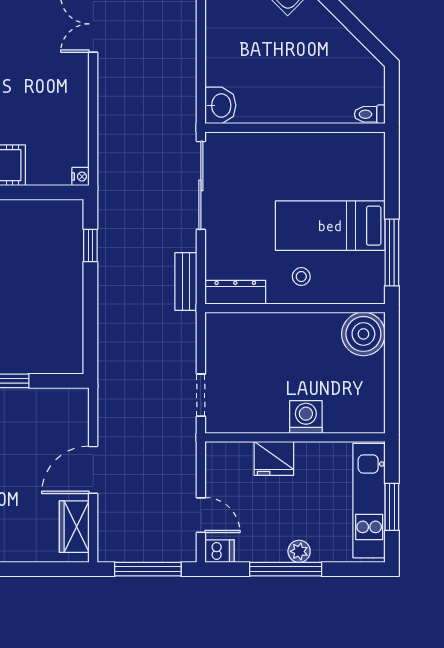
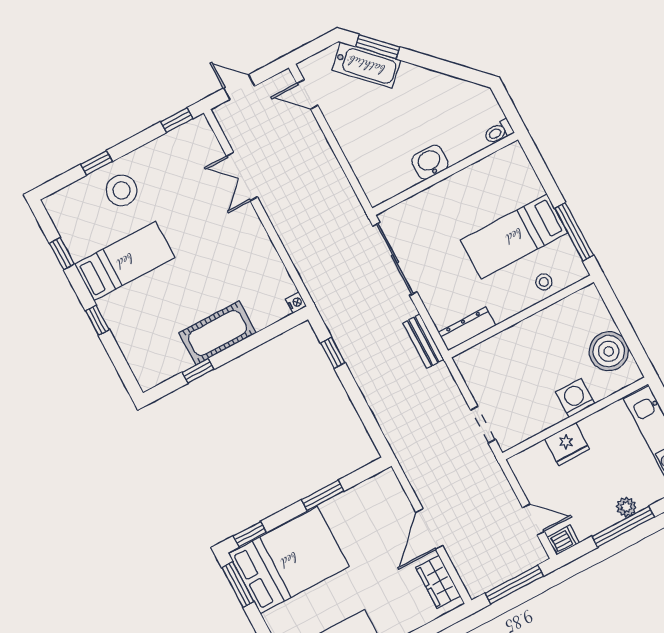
washbasin: (220, 105) -> (430, 162), moved, turned -90
stool: (301, 277) -> (544, 282), moved
boiler: (363, 334) -> (609, 351), moved

